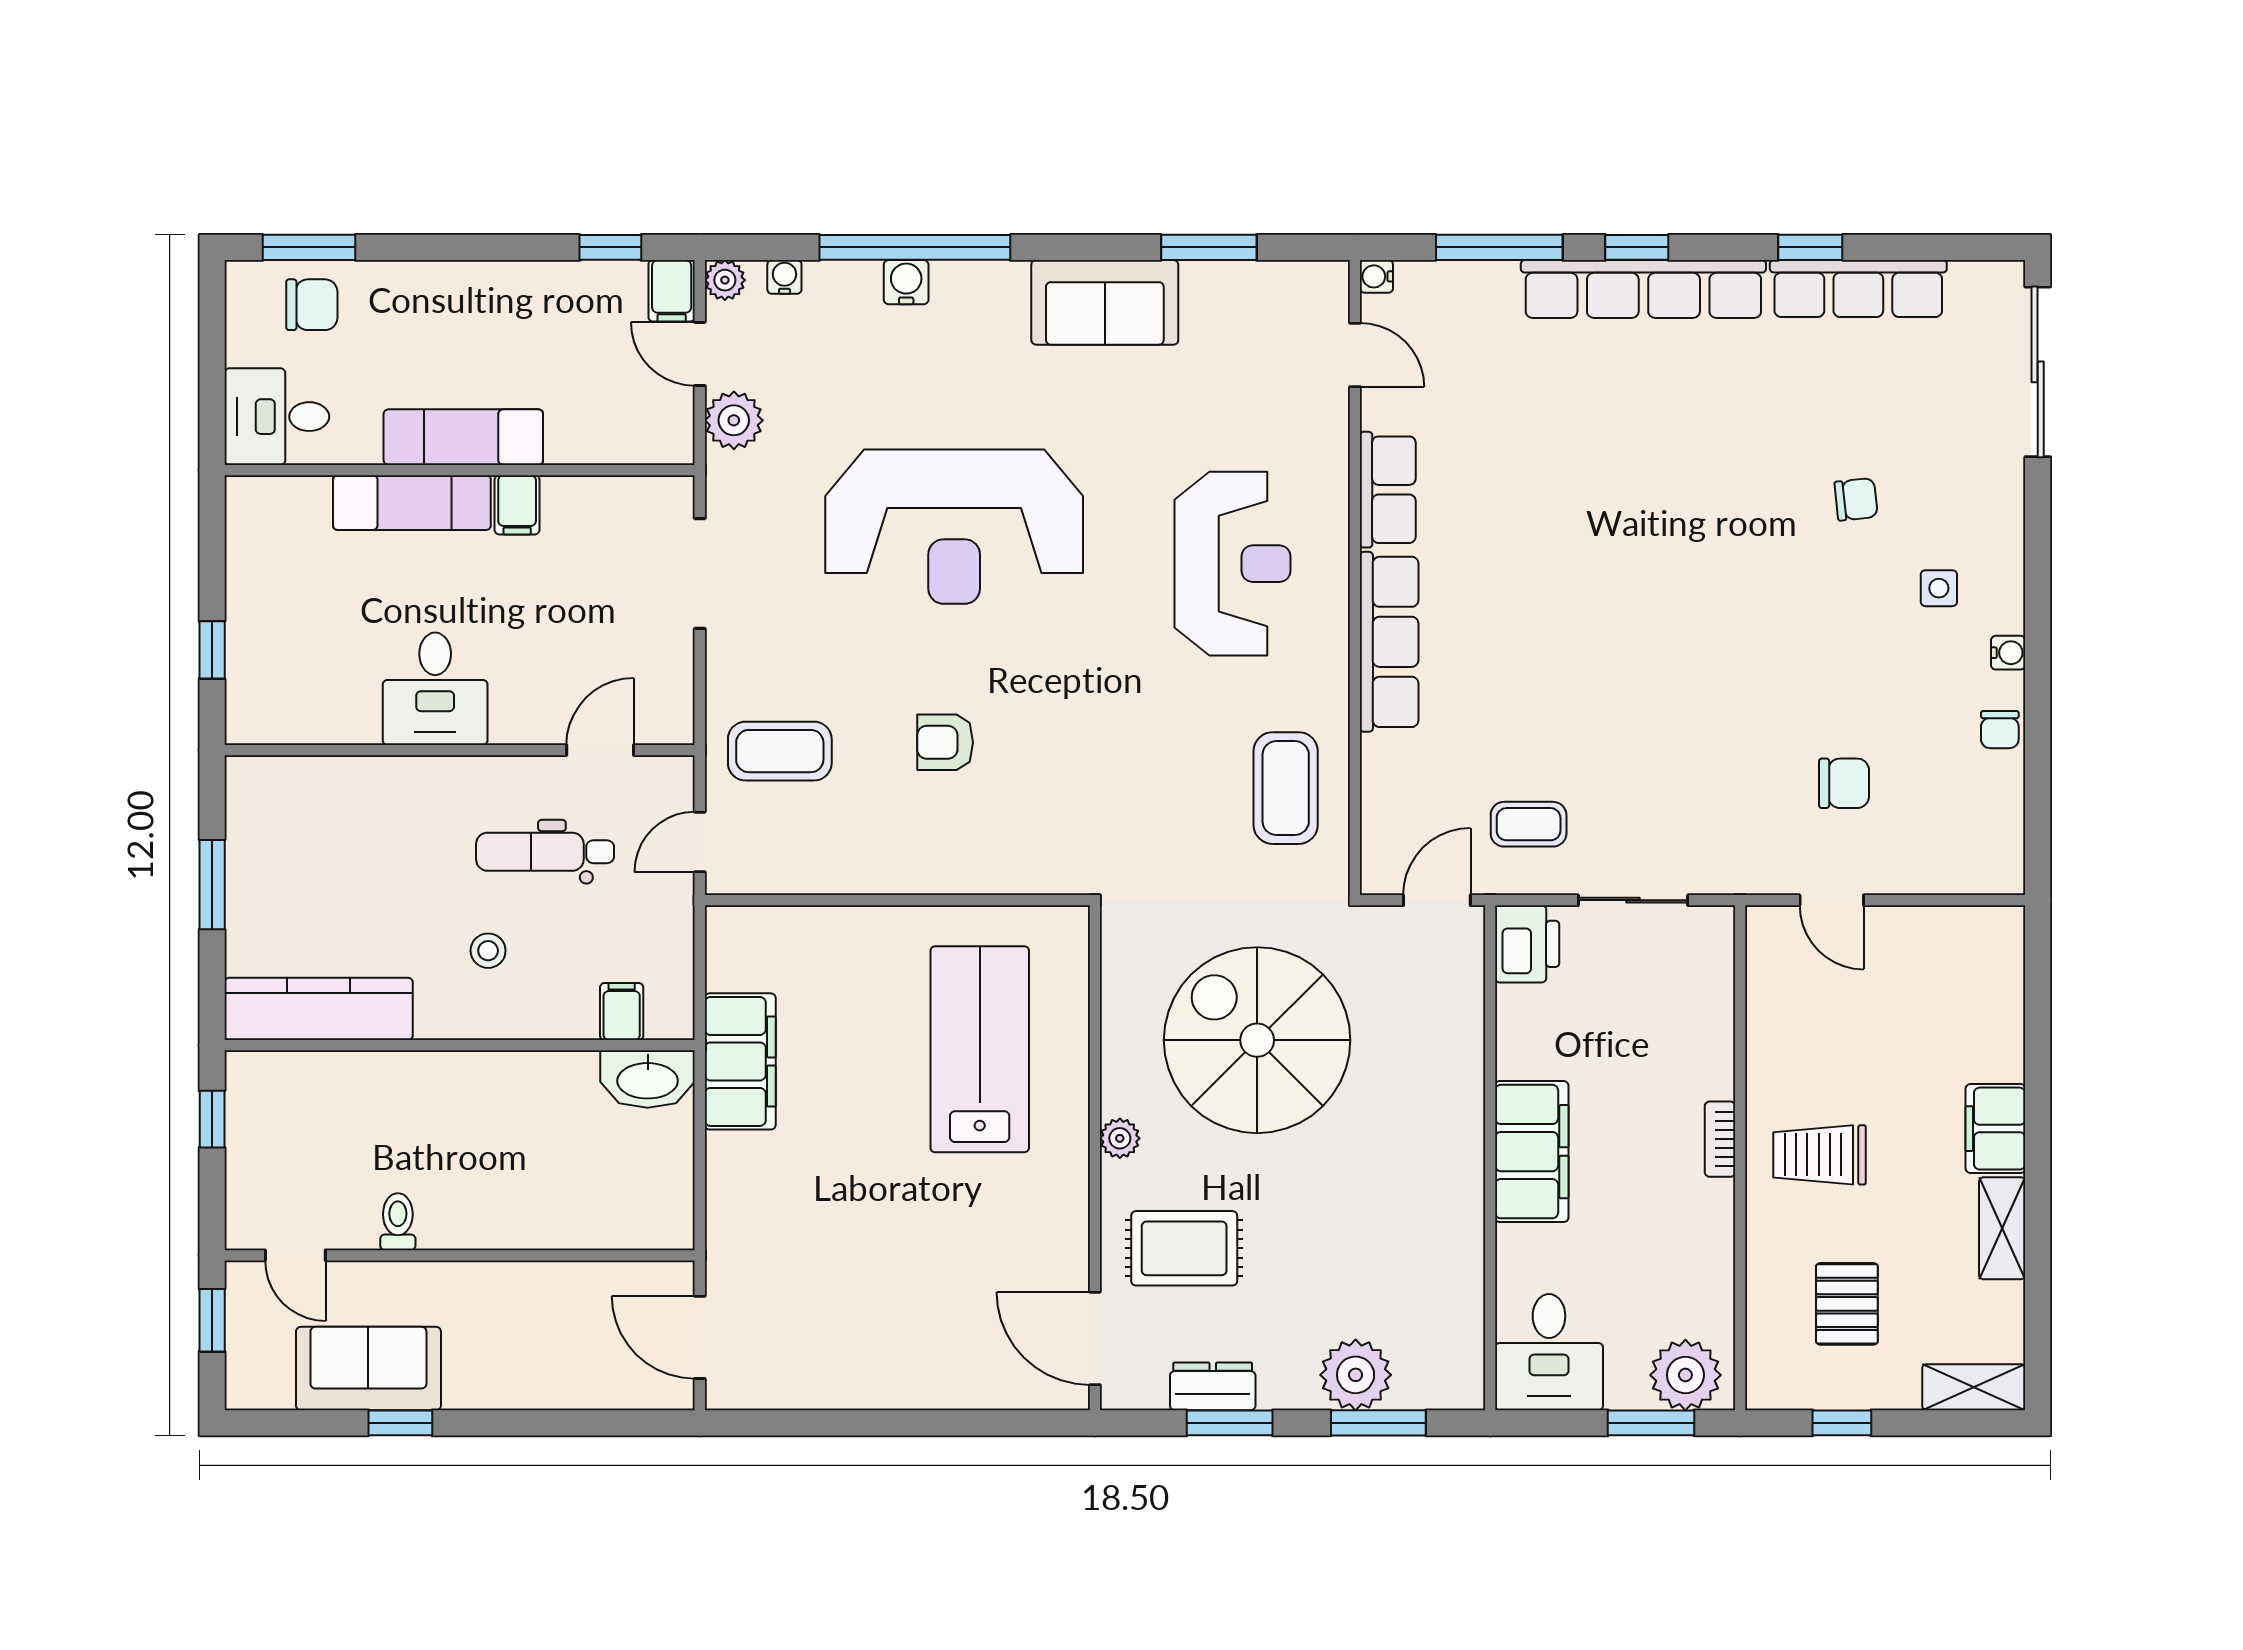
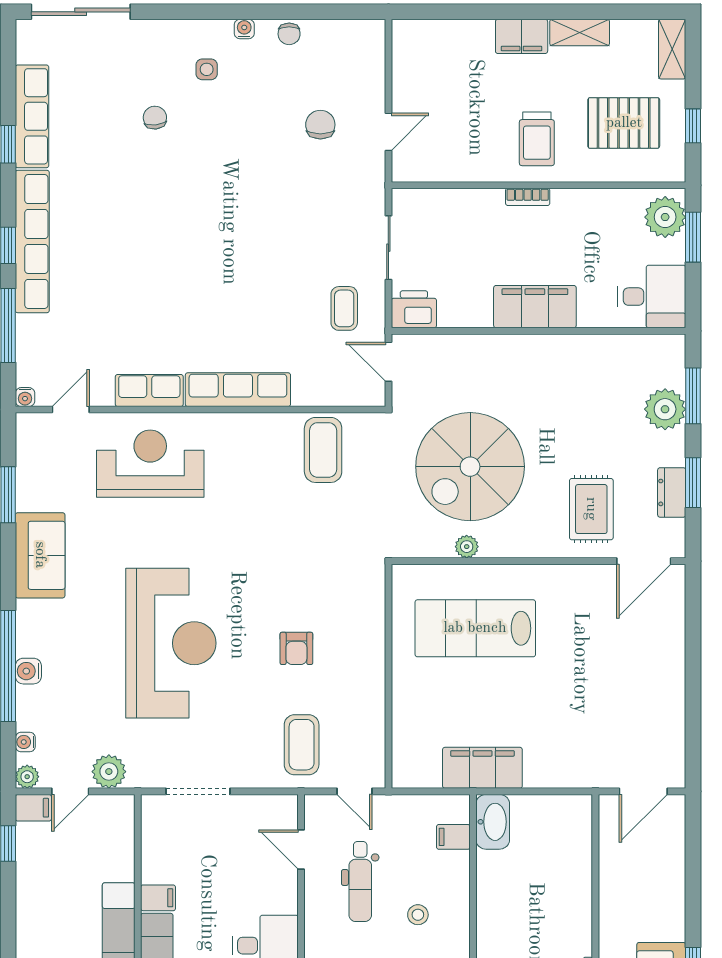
reception desk: (1232, 564) -> (150, 464), moved
chair: (2000, 730) -> (289, 34), turned 90
coffee table: (1286, 788) -> (323, 450), turned 90
plant: (1120, 1138) -> (467, 547), moved
pallet: (1847, 1304) -> (624, 123), width x1.50, depth x1.42

